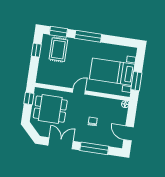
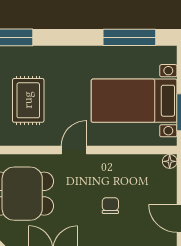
window: (88, 36) -> (129, 37), moved
rug: (58, 50) -> (28, 100), moved

